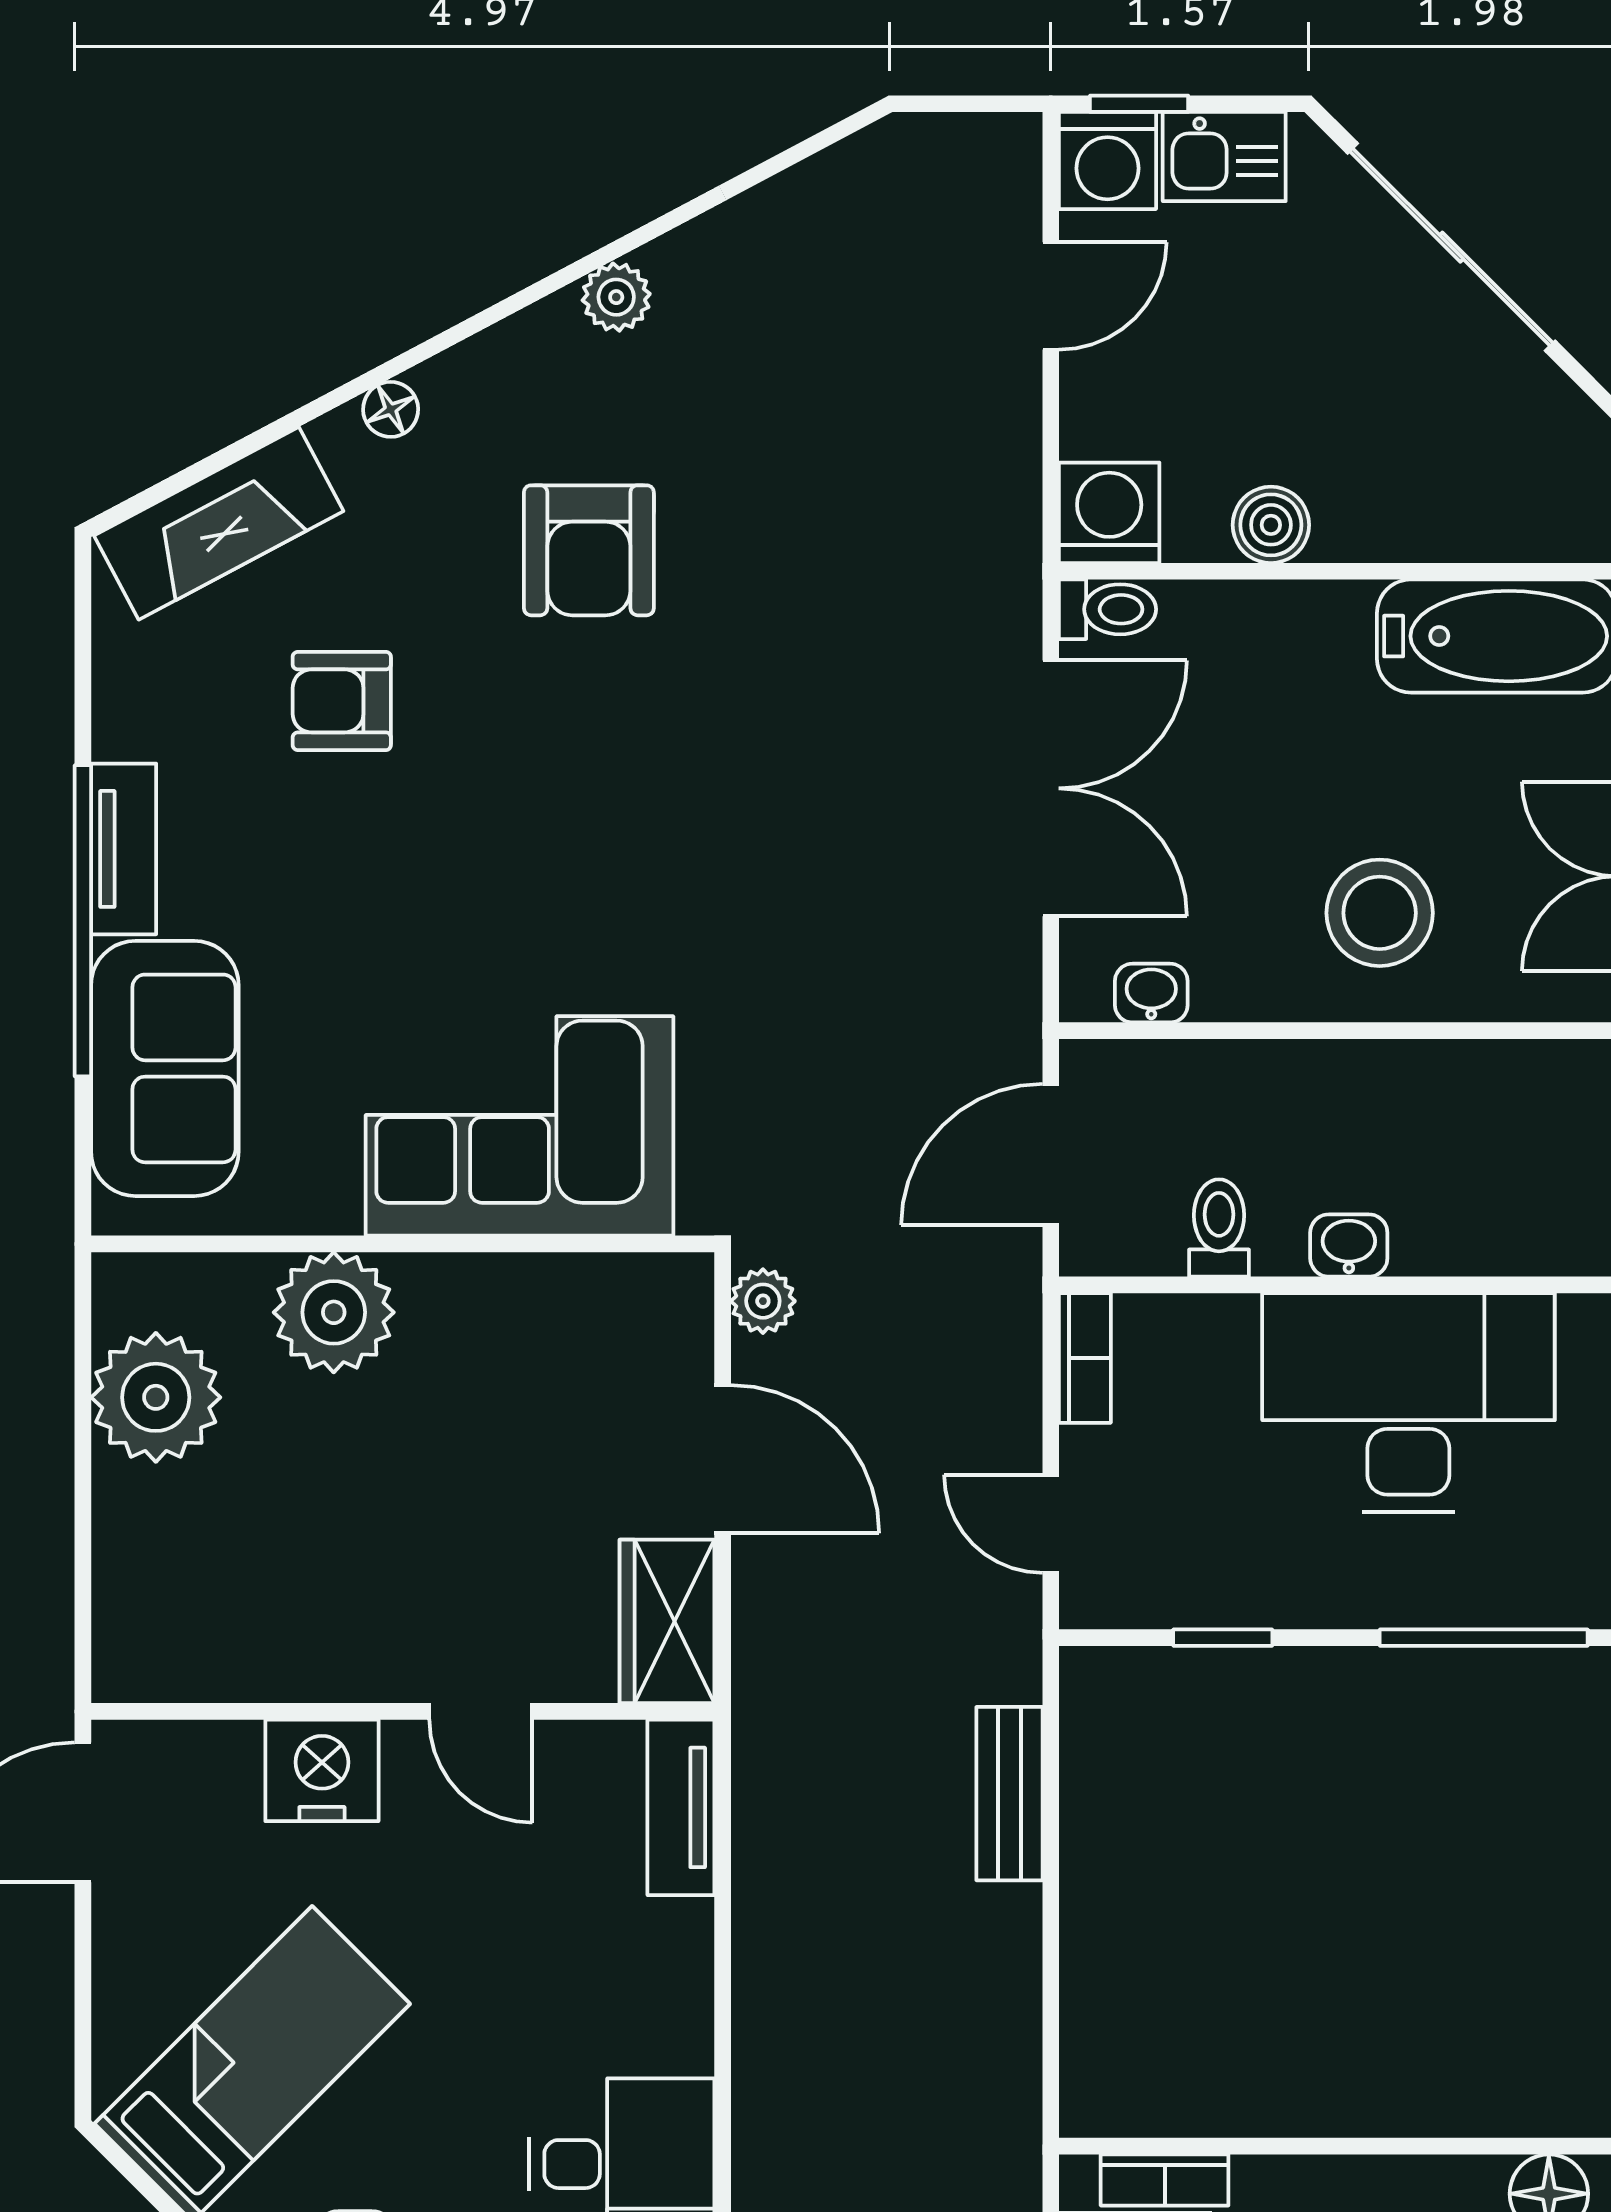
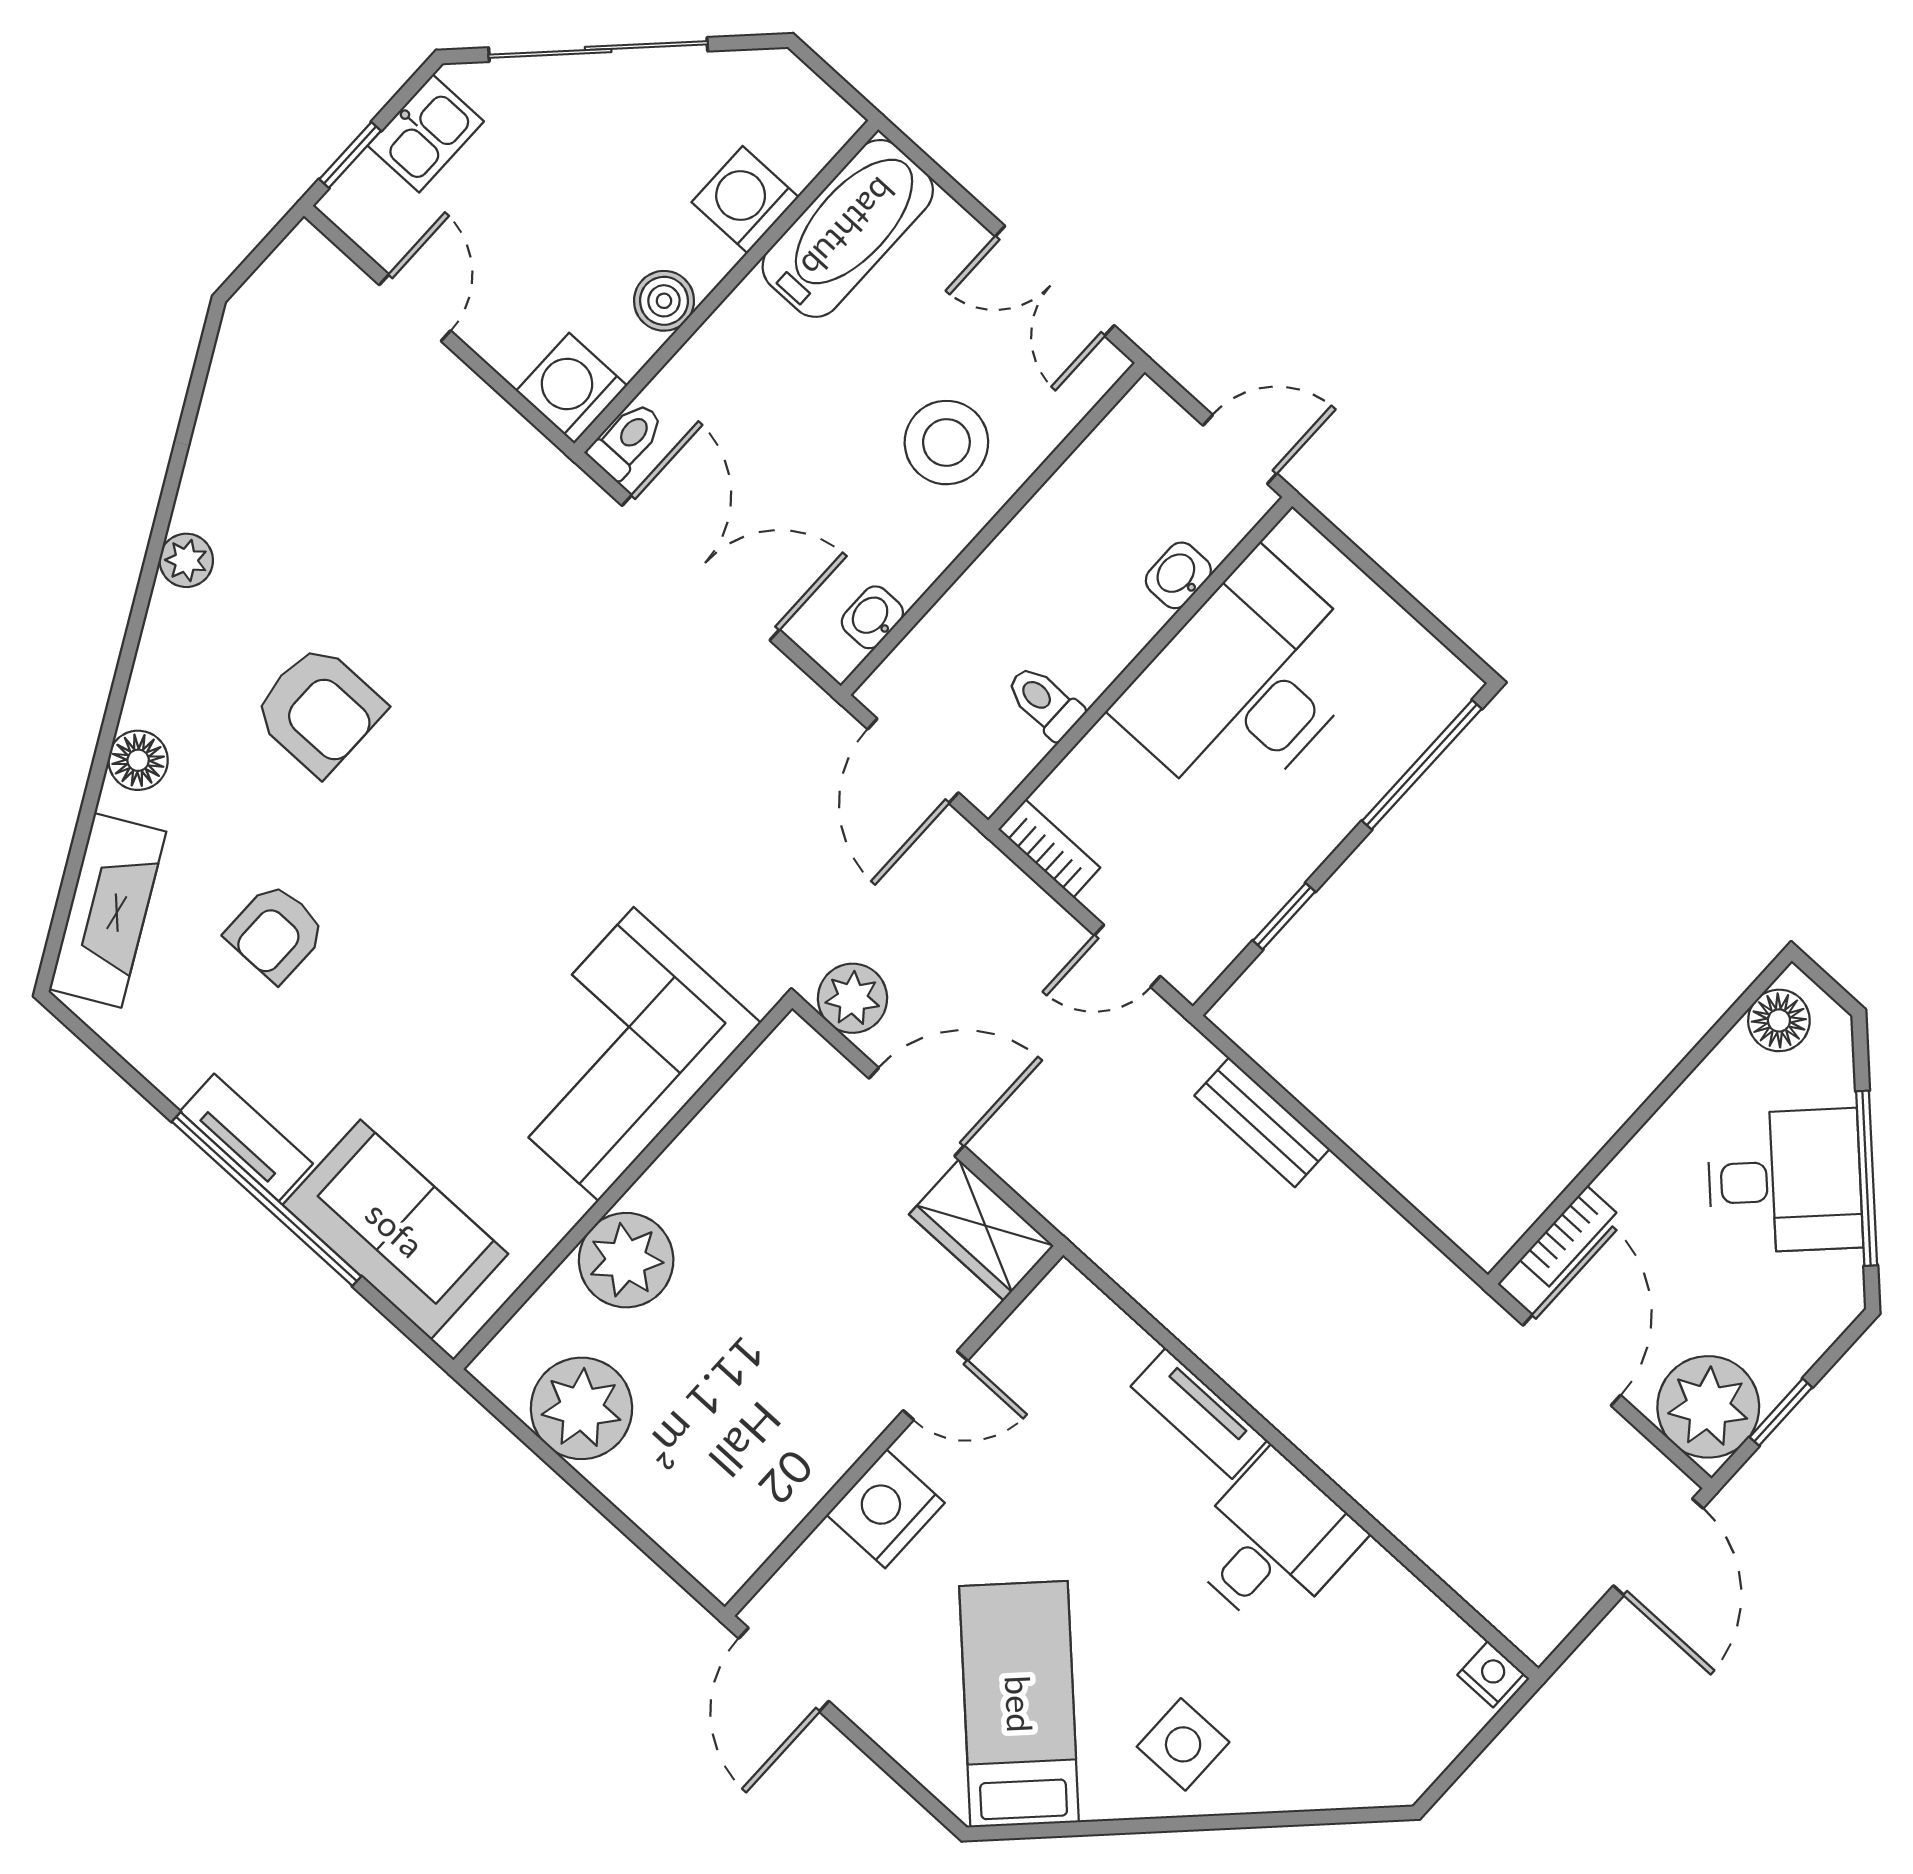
washing machine: (1108, 161) -> (745, 200), moved, turned 180
floor lamp: (391, 409) -> (138, 760), width x1.37, depth x1.37
washbasin: (1349, 1245) -> (1178, 575), moved
plant: (763, 1301) -> (853, 998), width x1.38, depth x1.38
tv unit: (681, 1807) -> (1199, 1413), moved

